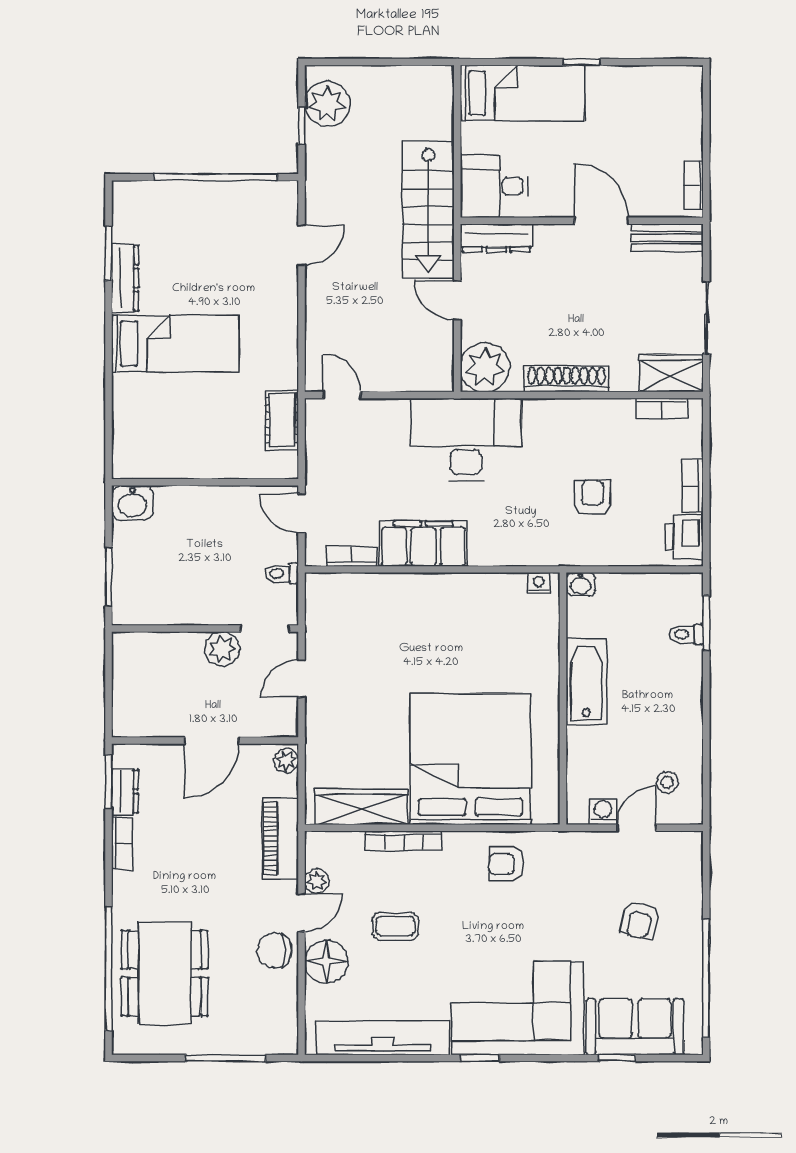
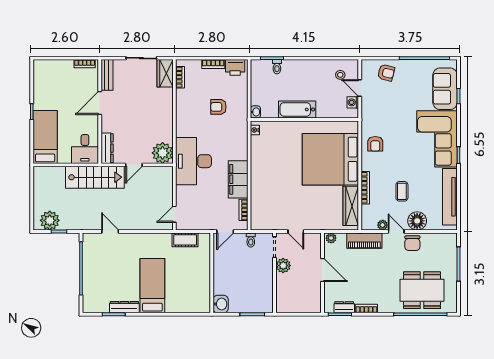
shoe rack: (567, 379) -> (167, 118), removed
armchair: (640, 920) -> (386, 73), moved

